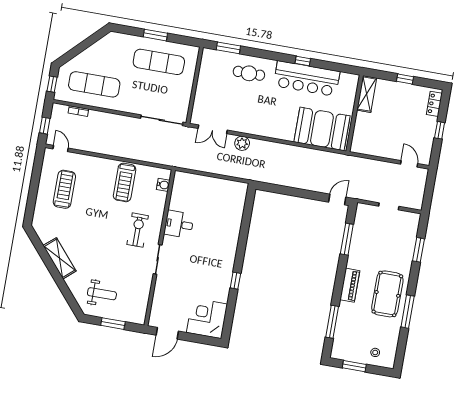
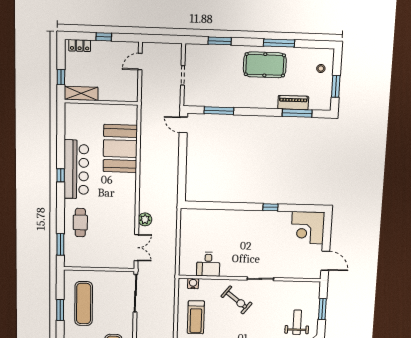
shelving: (367, 94) -> (81, 93), moved
wall: (355, 113) -> (101, 102), moved
treadmill: (125, 182) -> (196, 317), turned 90
desk: (179, 224) -> (208, 264), moved
exercise bike: (138, 230) -> (237, 300), turned -142
piano: (350, 285) -> (293, 103), moved

